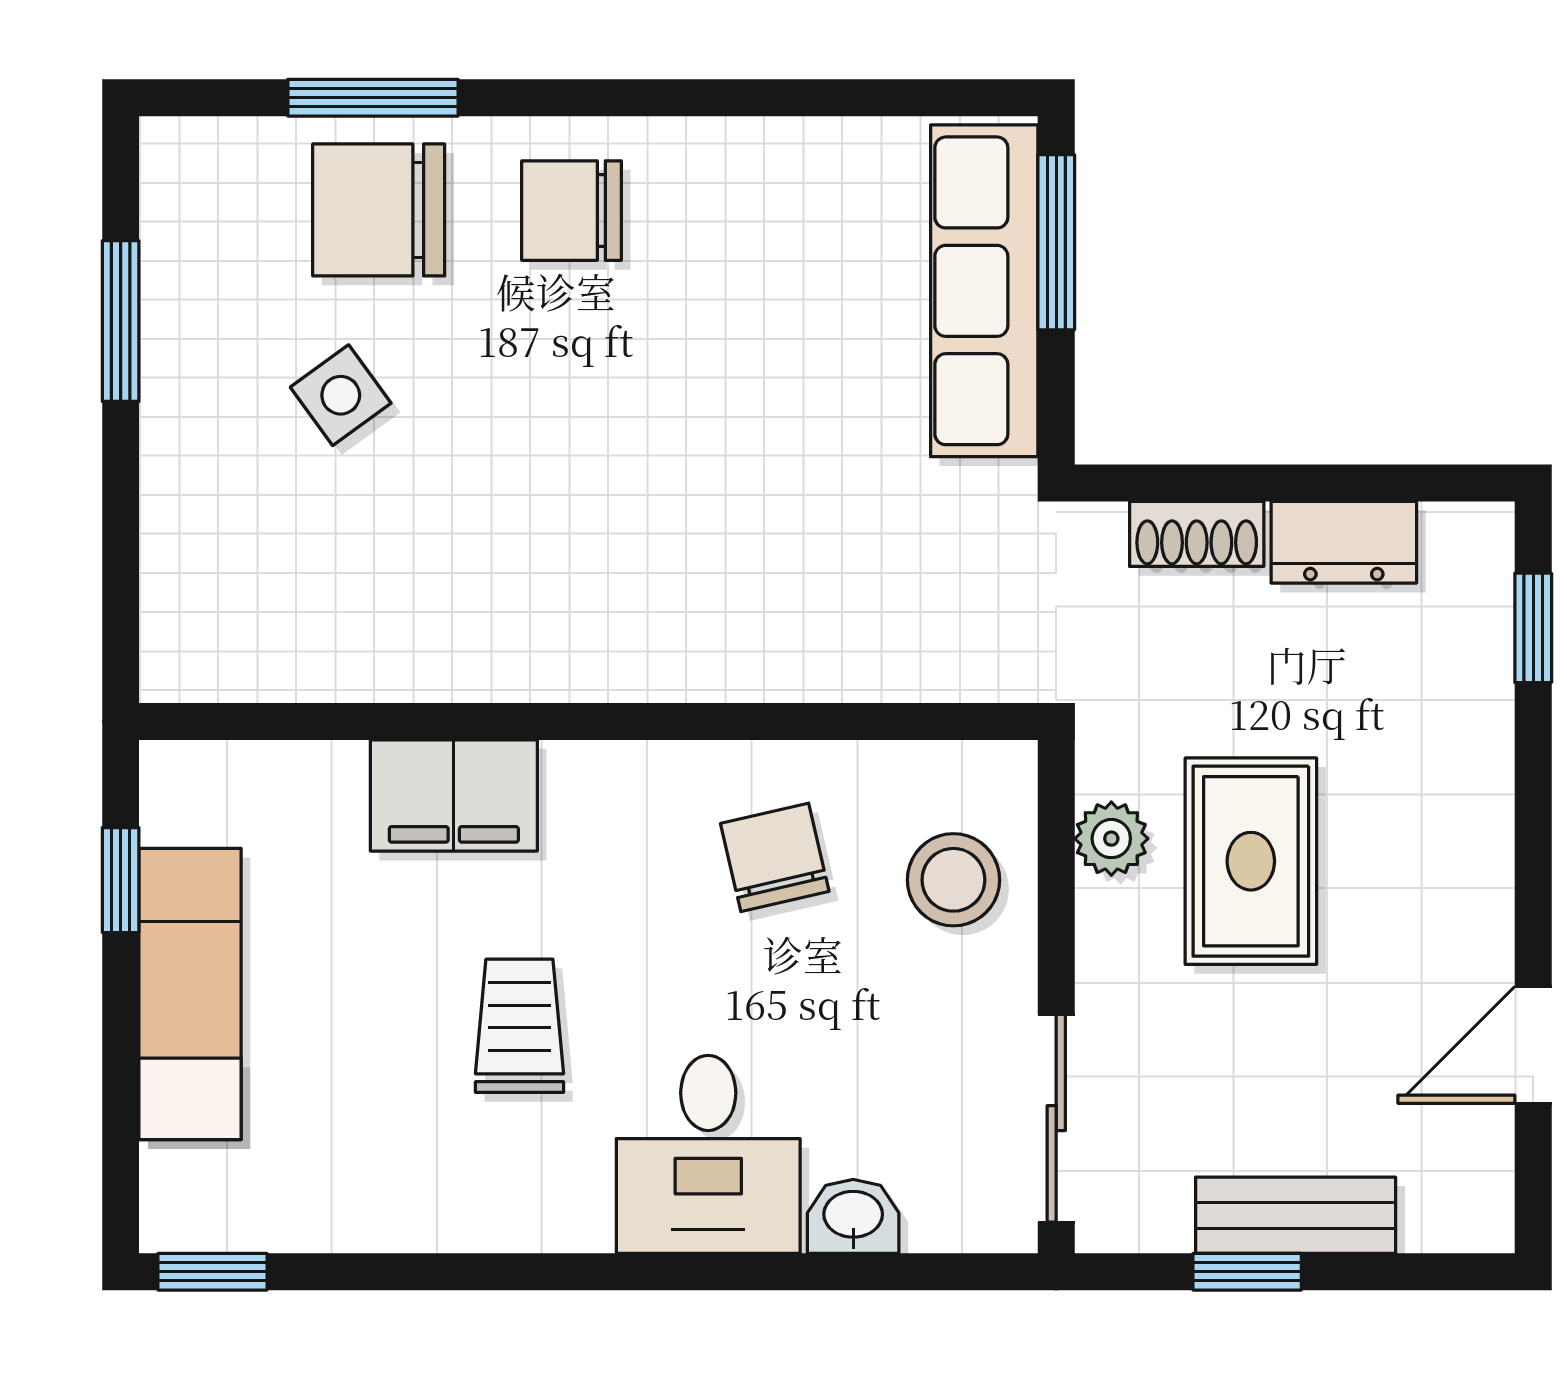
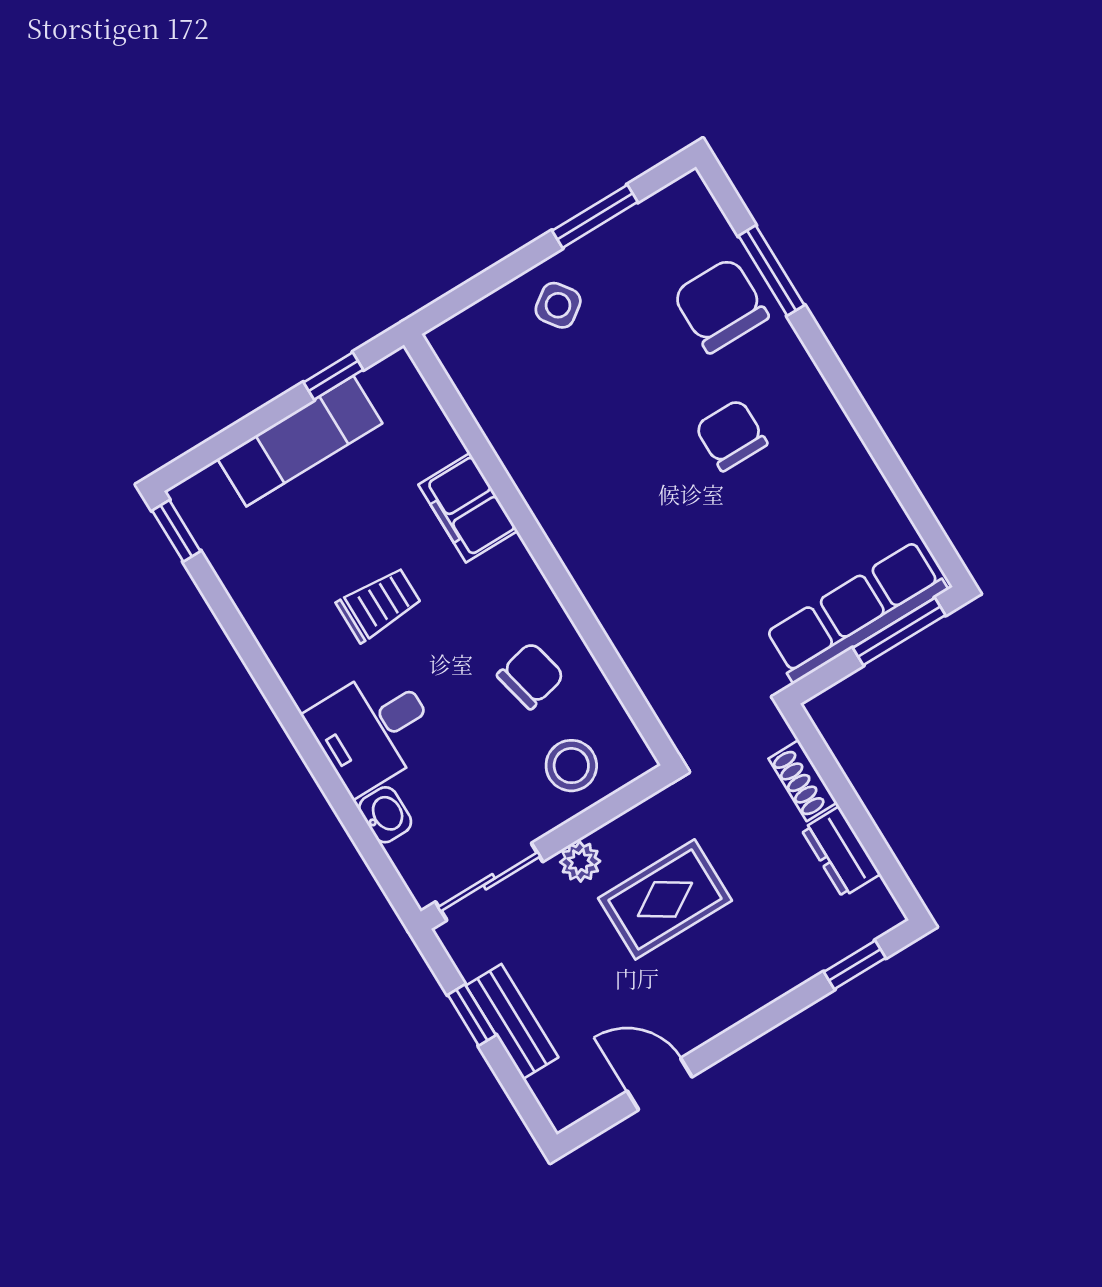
chair: (571, 211) -> (731, 435), moved
side table: (341, 395) -> (558, 305), moved
plant: (1111, 839) -> (580, 862), moved

